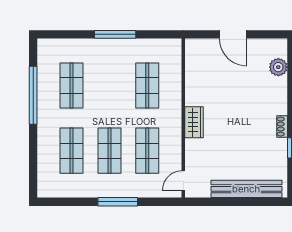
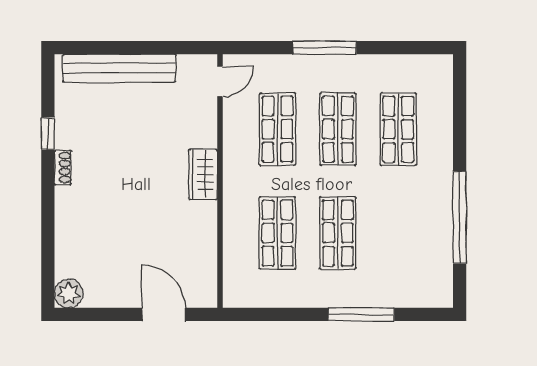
window: (115, 34) -> (361, 314), moved
door: (233, 34) -> (164, 314), moved
plant: (278, 67) -> (69, 294), moved
shop shelf: (72, 86) -> (338, 233), moved

